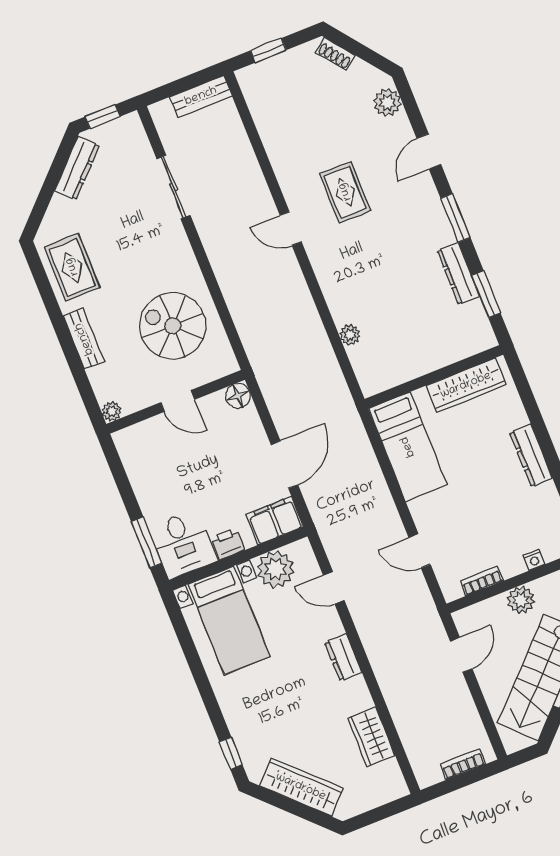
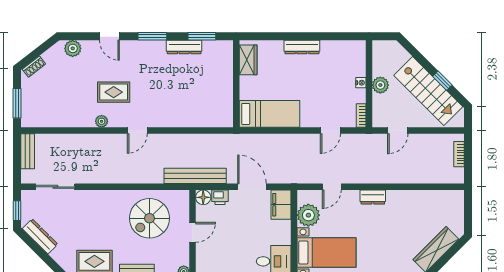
window: (268, 50) -> (17, 103), width x1.50
sliding door: (173, 187) -> (55, 187), moved
door: (291, 229) -> (137, 131), moved
plant: (350, 335) -> (102, 121), moved
bench: (266, 370) -> (195, 176), added
wardrobe: (466, 385) -> (248, 60), width x0.67
printer: (228, 544) -> (220, 197), moved, turned -90
nightstand: (534, 560) -> (361, 83), moved
bookcase: (482, 581) -> (361, 116), moved
door: (461, 655) -> (398, 131), swing flipped
wardrobe: (371, 737) -> (423, 199), removed

